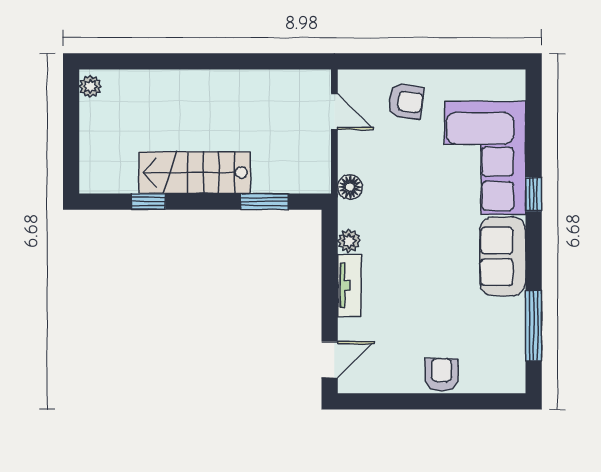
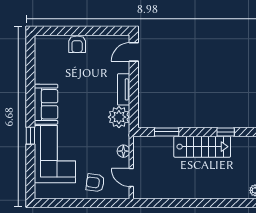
floor lamp: (350, 187) -> (123, 151), moved
plant: (349, 241) -> (119, 117), width x1.88, depth x1.88
window: (534, 326) -> (30, 69), removed

